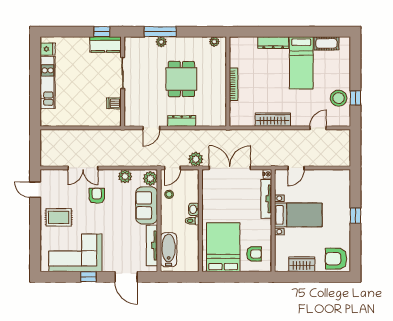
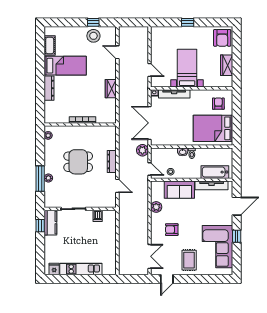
wardrobe: (273, 120) -> (111, 89), width x0.67
double door: (83, 168) -> (149, 256), moved
plant: (150, 178) -> (158, 187), removed

